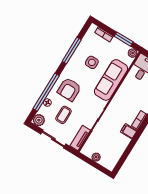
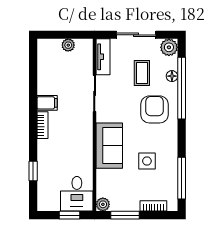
window: (72, 51) -> (182, 178), moved
sofa: (111, 80) -> (109, 146), width x0.73

